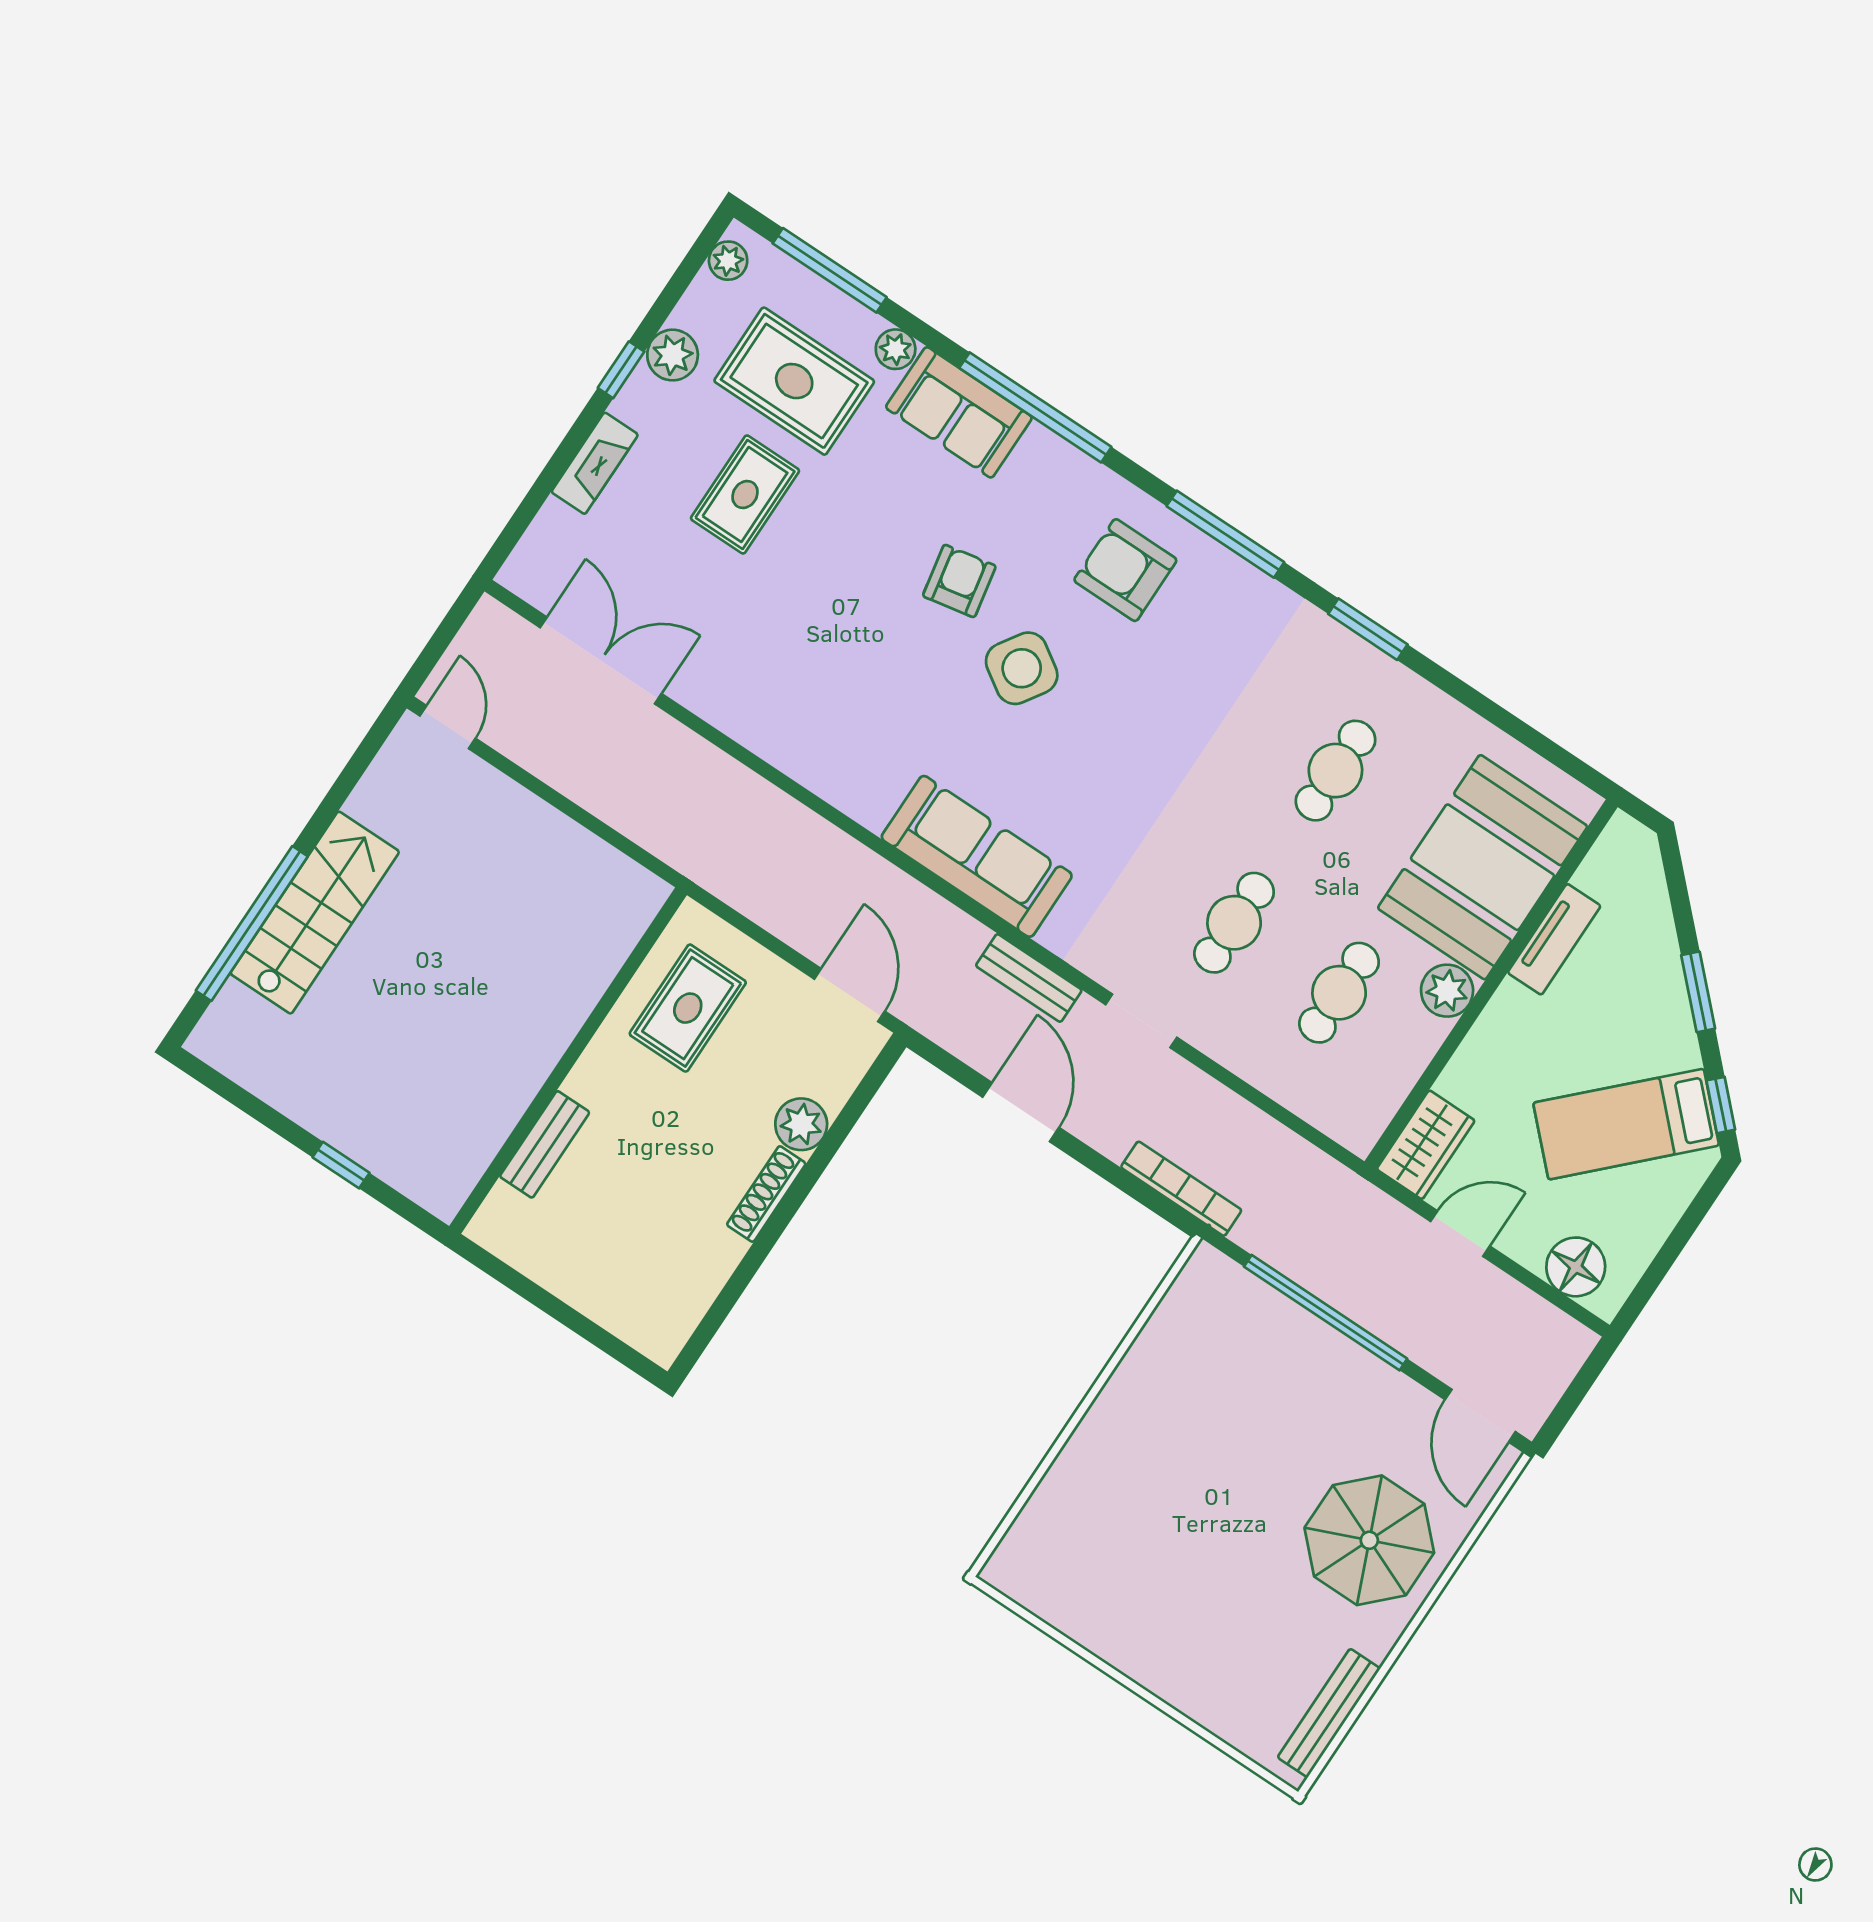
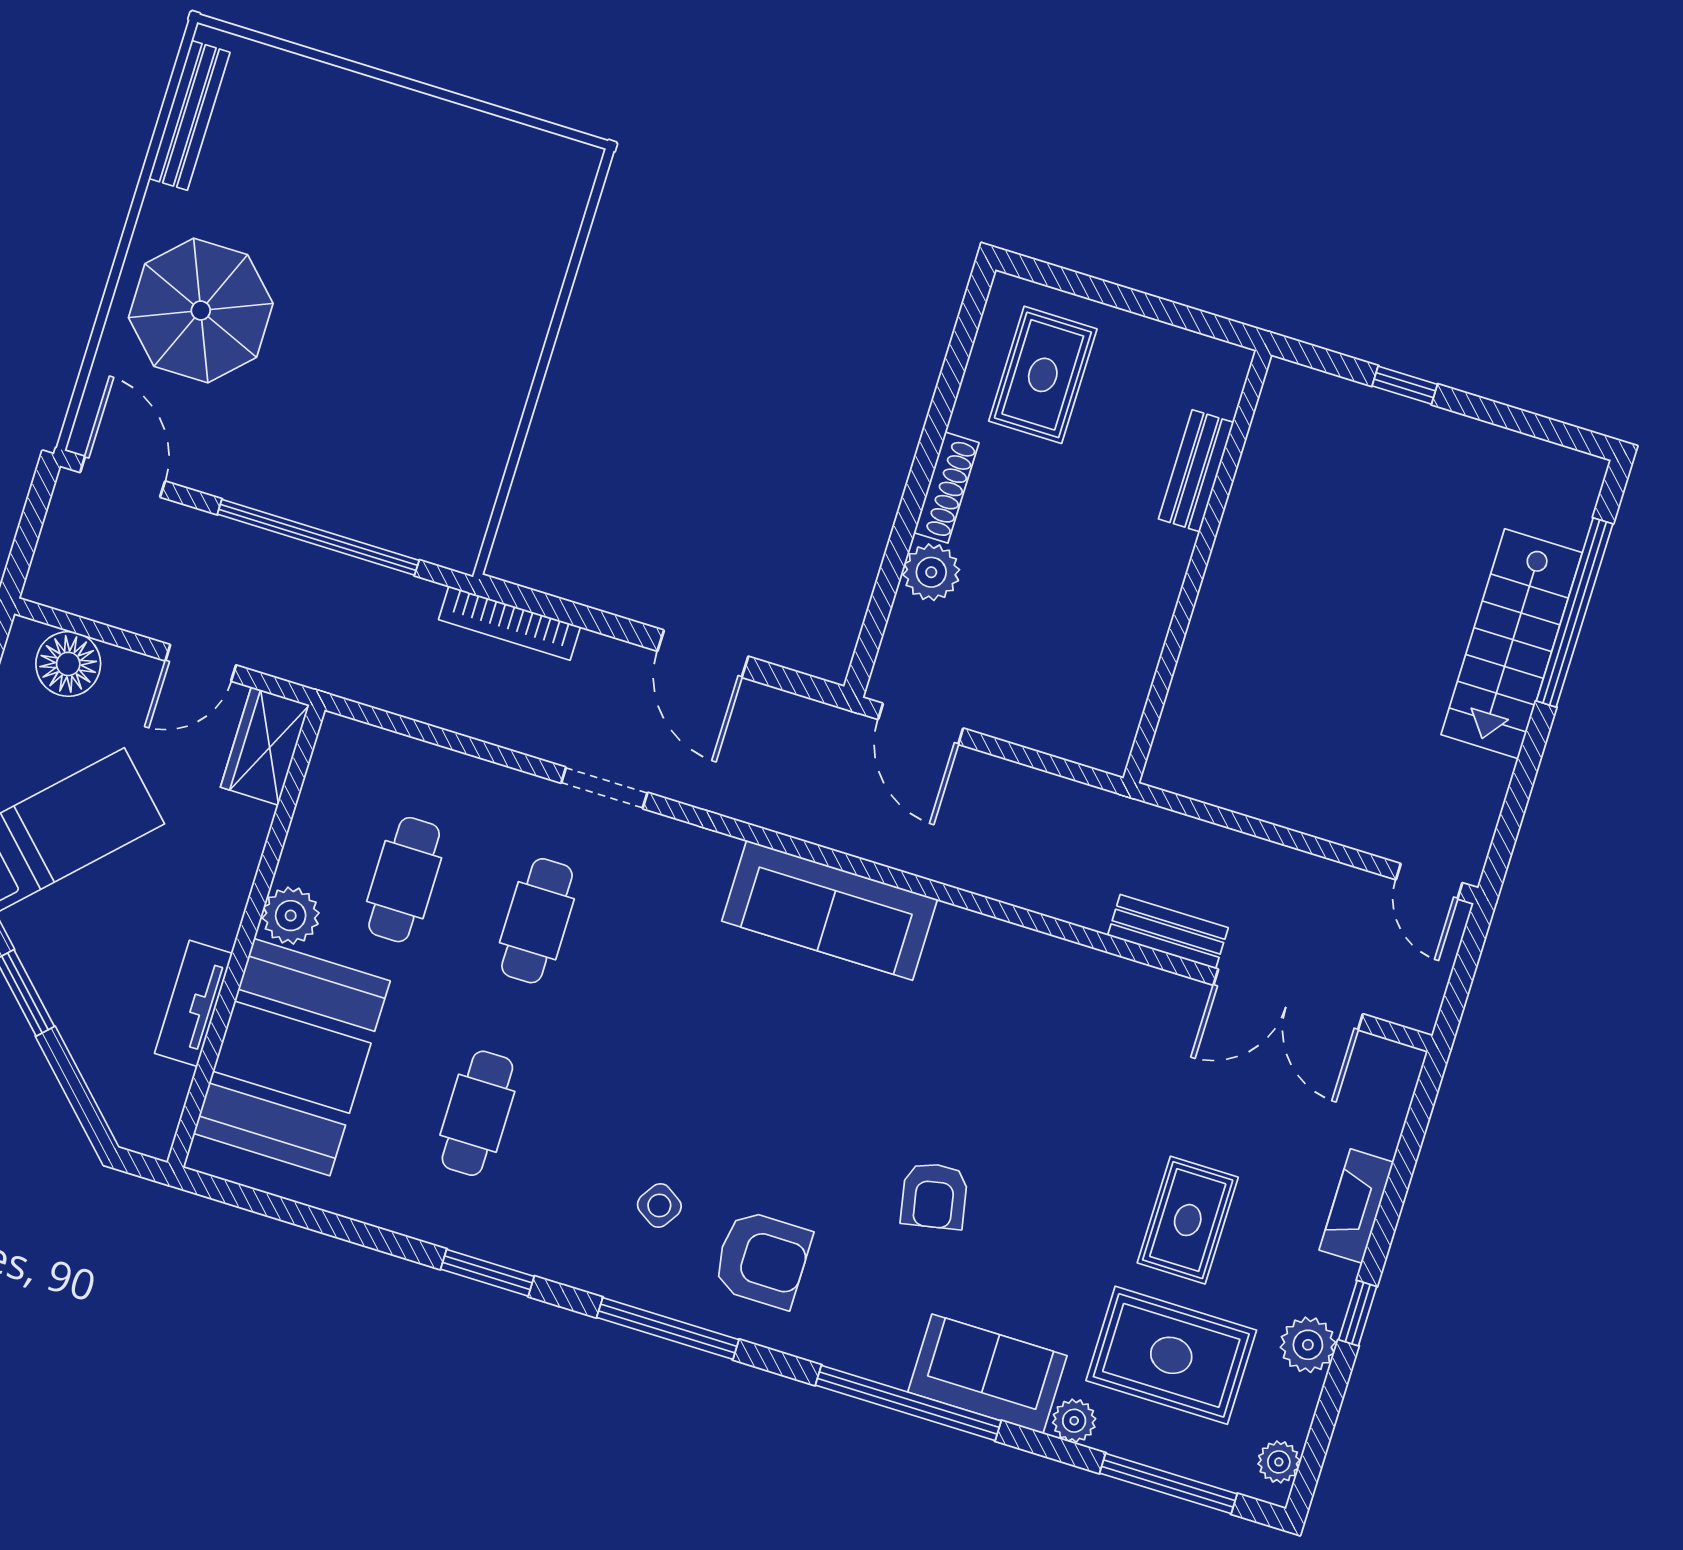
side table: (1022, 668) -> (659, 1205), moved, width x0.54, depth x0.54
bench: (1029, 978) -> (1168, 932), moved
rug: (688, 1008) -> (1043, 375), moved

